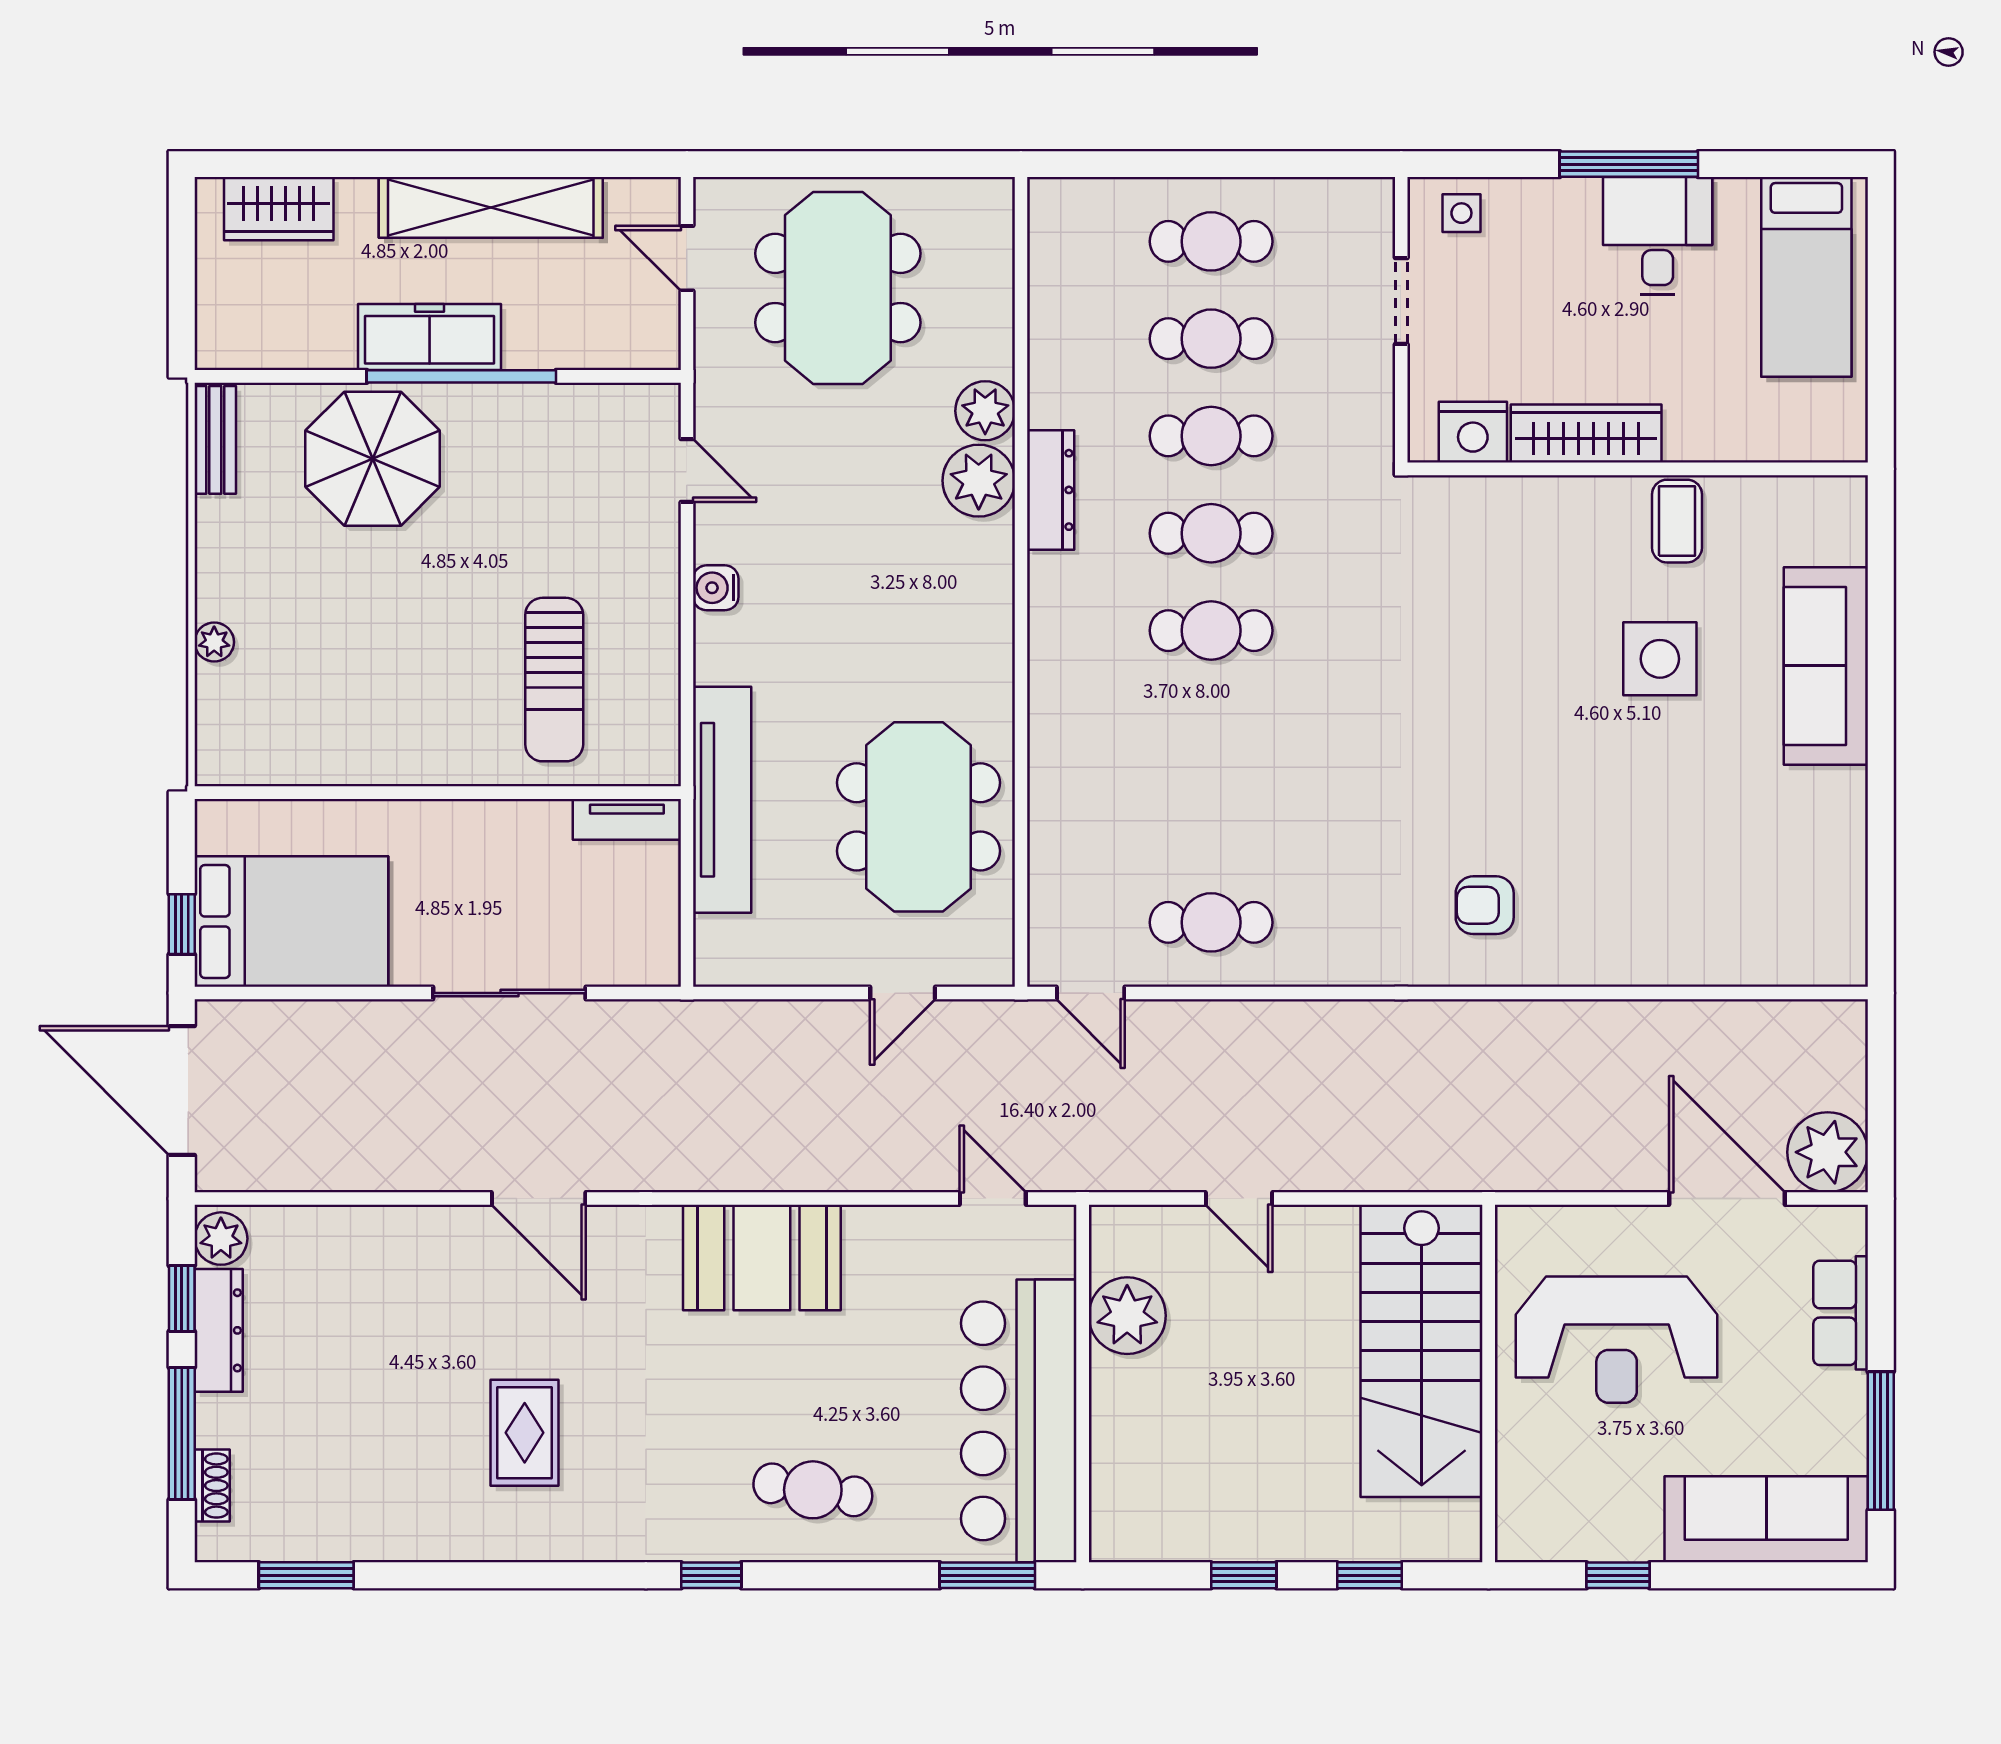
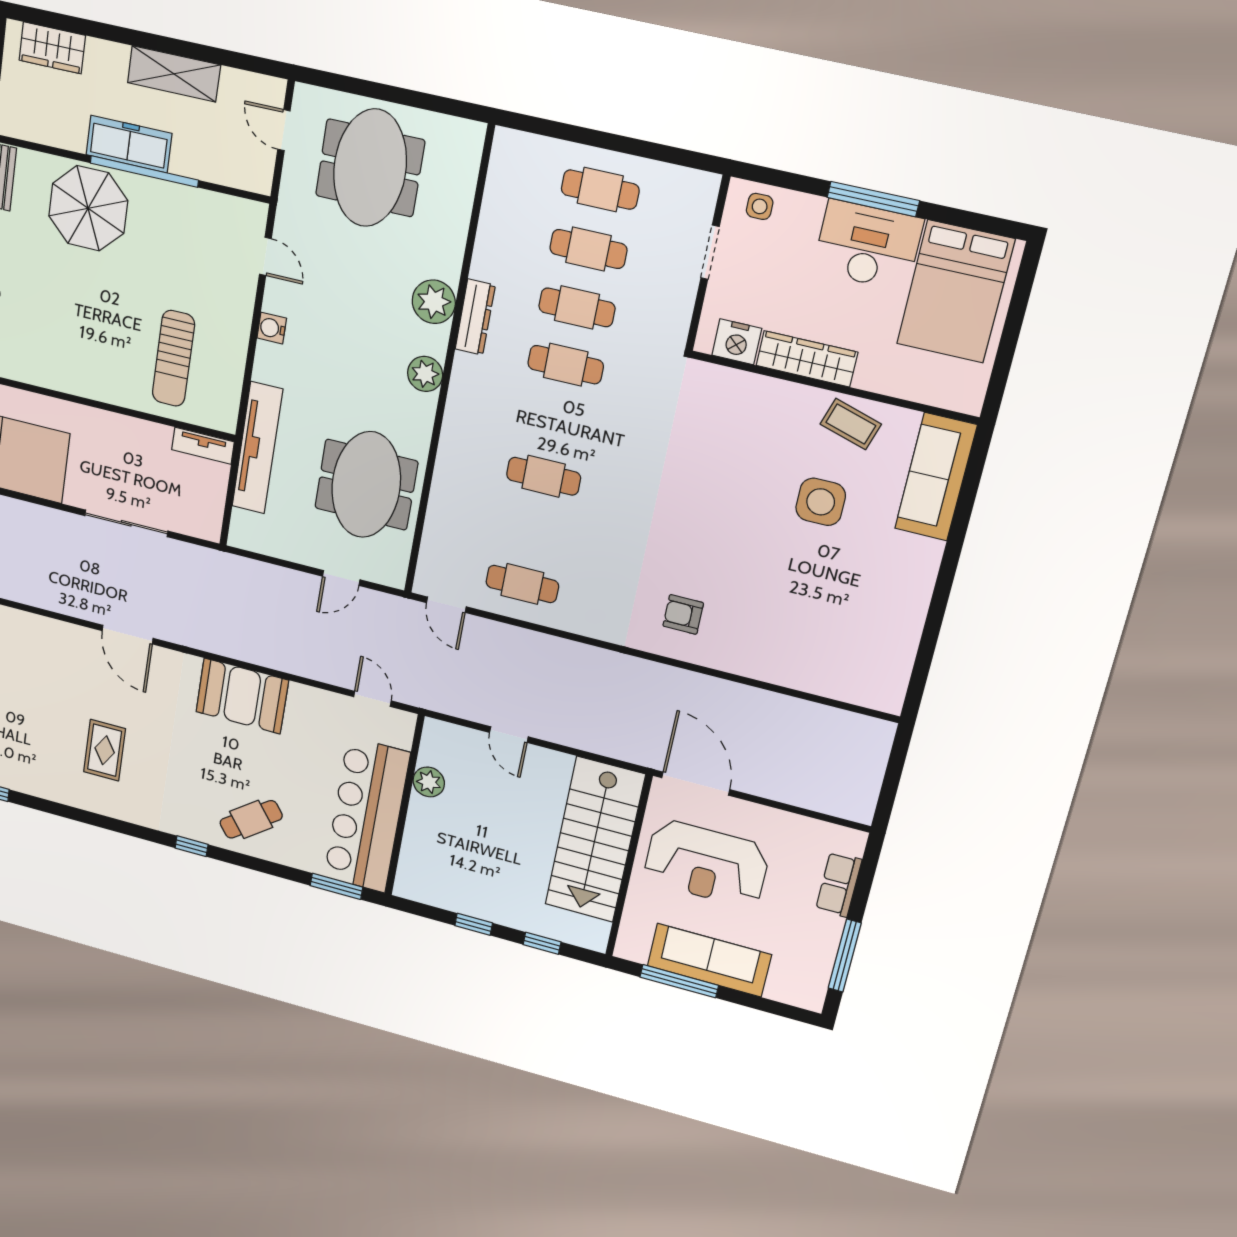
shelving: (491, 207) -> (174, 74), width x0.68
desk: (1658, 236) -> (868, 245), width x1.37
bed: (1806, 277) -> (955, 292), width x1.50
plant: (985, 411) -> (425, 374), moved
coffee table: (1677, 521) -> (851, 424), turned -73
cafe table: (1211, 631) -> (544, 476), moved
sofa: (1826, 666) -> (936, 477), moved
plant: (1828, 1152) -> (853, 799), removed
door: (1727, 1199) -> (696, 784), moved
plant: (1127, 1316) -> (429, 782), width x0.73, depth x0.73
cafe table: (813, 1490) -> (251, 819), turned -46
sofa: (1766, 1519) -> (709, 960), moved
window: (1618, 1575) -> (679, 981), width x2.17

